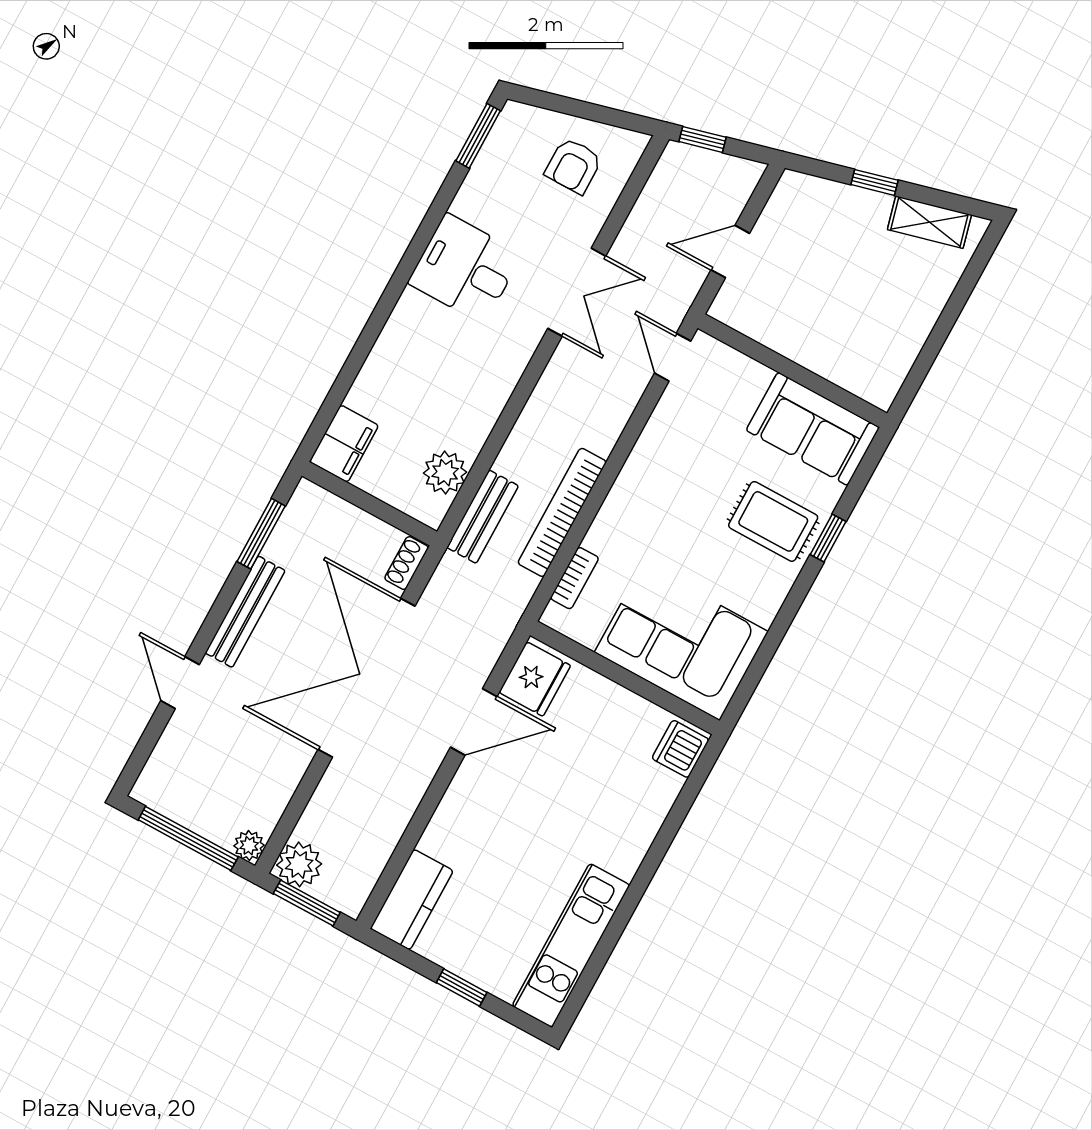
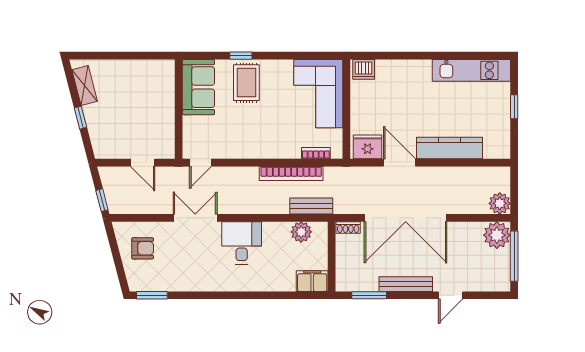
desk: (465, 268) -> (242, 243), moved, turned 180
plant: (249, 846) -> (497, 235), width x1.87, depth x1.87
kitchen counter: (412, 900) -> (449, 148), moved, width x1.50
window: (307, 903) -> (514, 191), removed

